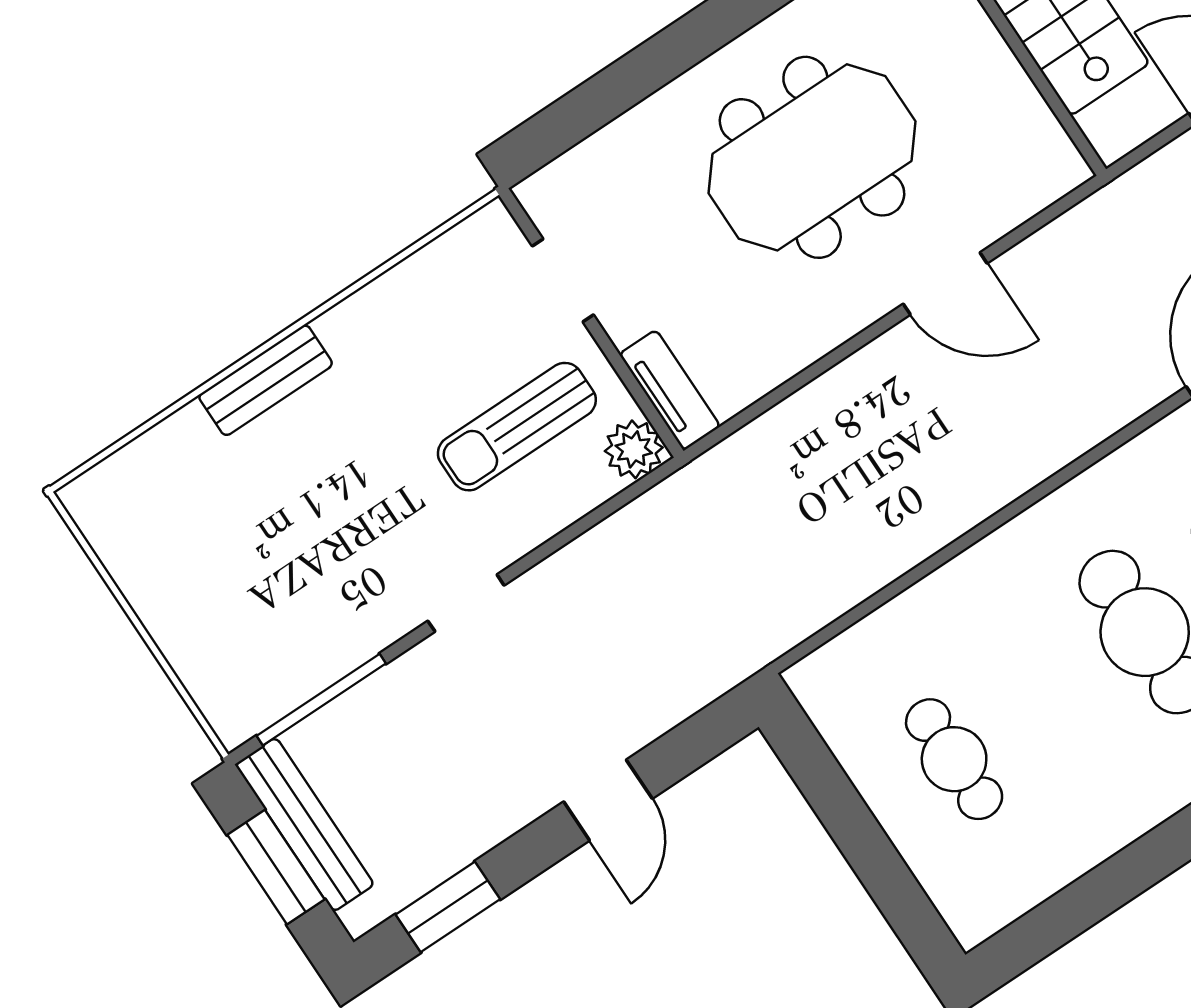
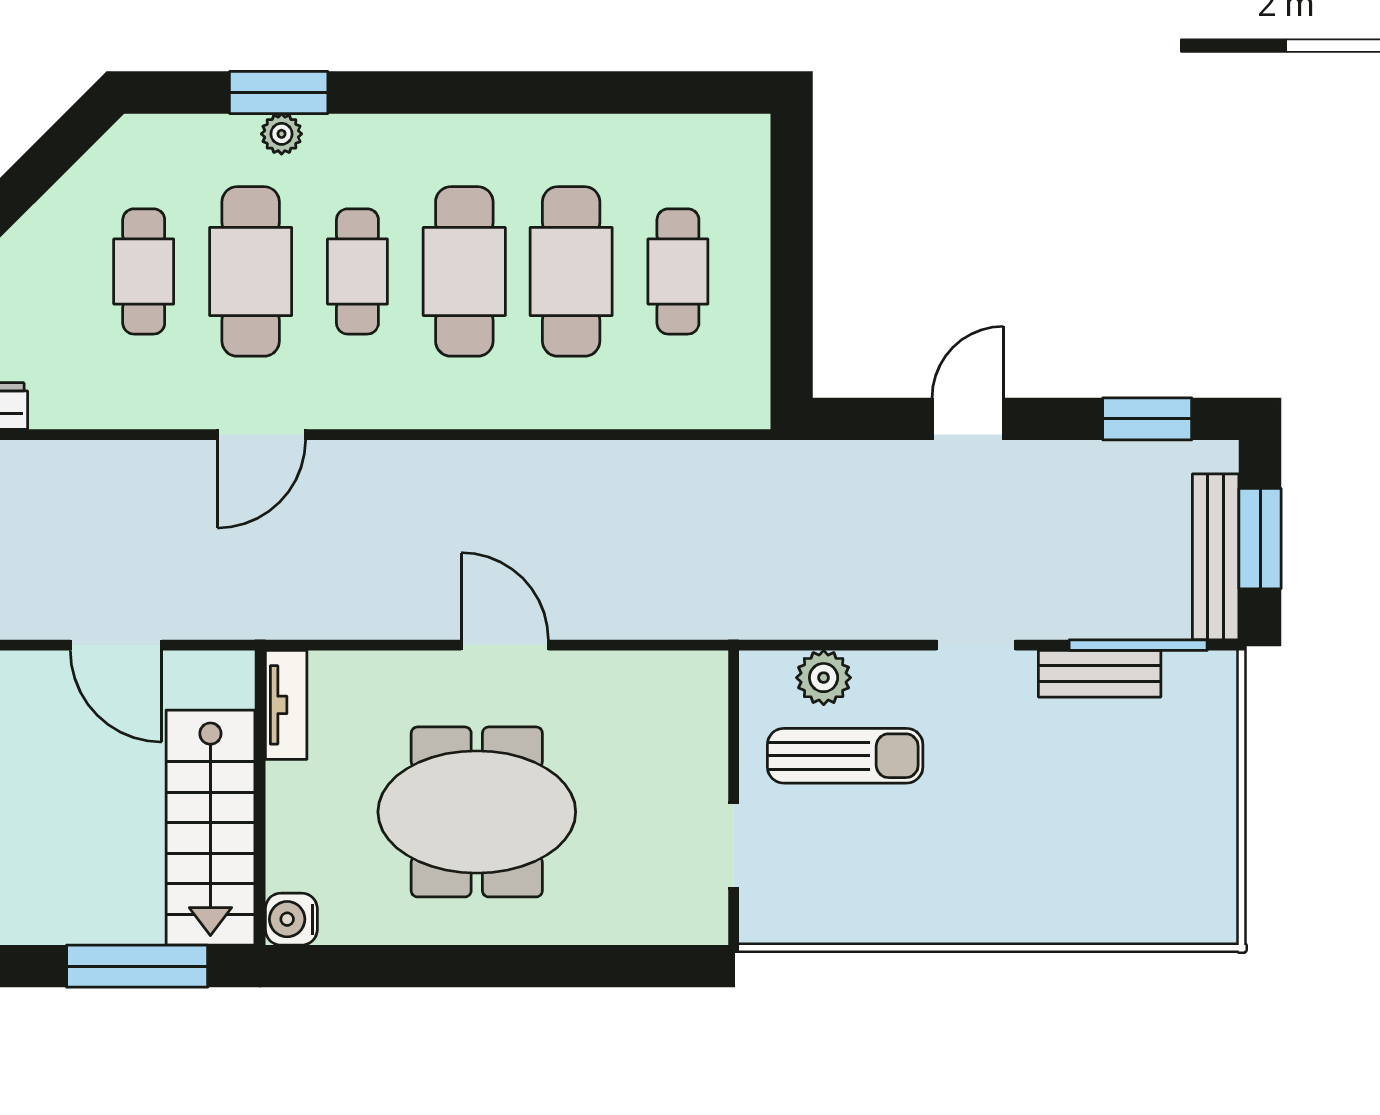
door: (945, 284) -> (505, 645), moved
bench: (266, 380) -> (1100, 674), moved
tv unit: (670, 390) -> (286, 705), moved, turned 180
plant: (634, 449) -> (824, 678), moved
cafe table: (1049, 696) -> (571, 271), added

